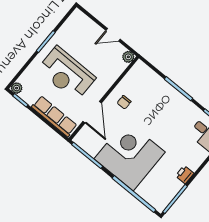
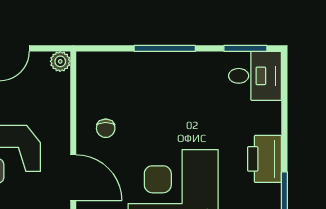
printer: (185, 175) -> (265, 159), width x1.87, depth x1.48

